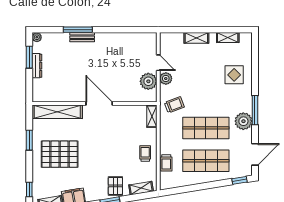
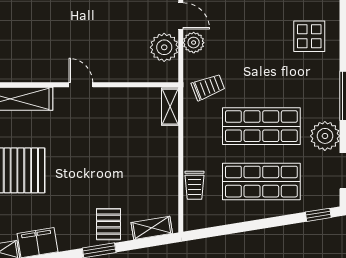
door: (99, 103) -> (81, 85), width x0.53
plant: (243, 121) -> (325, 136), moved
trolley: (145, 153) -> (159, 169), removed

